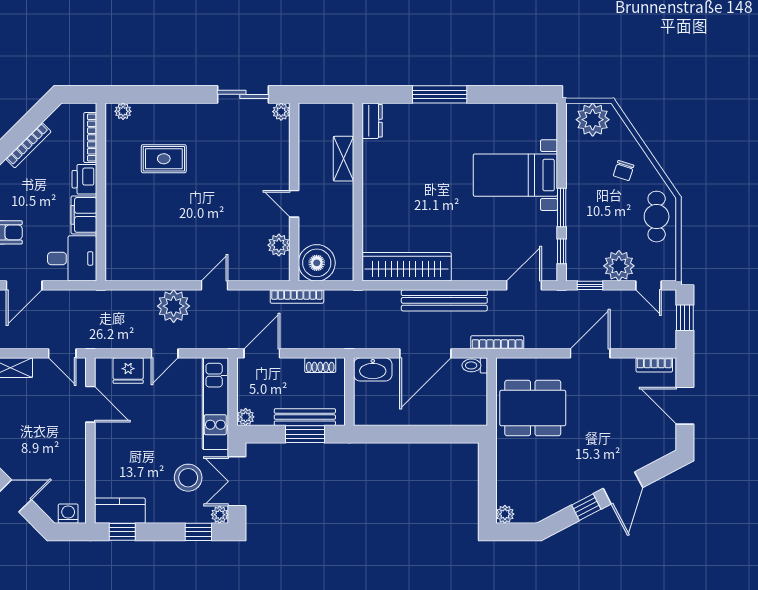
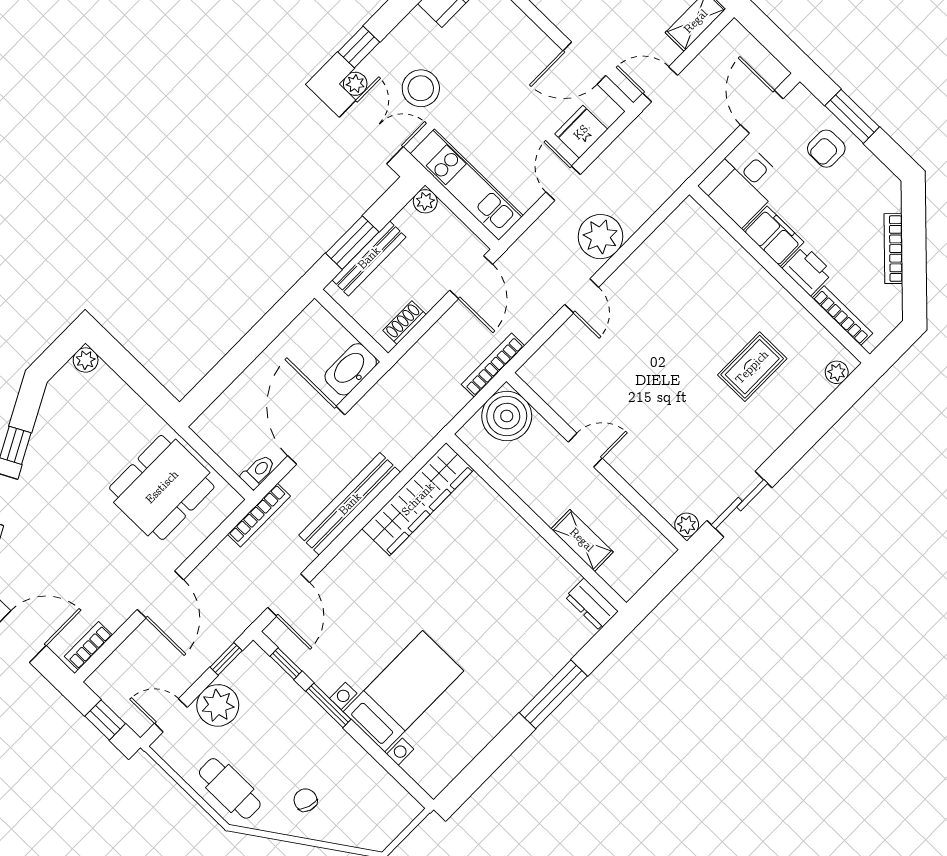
plant: (593, 120) -> (384, 818), removed
plant: (279, 245) -> (560, 396), removed

